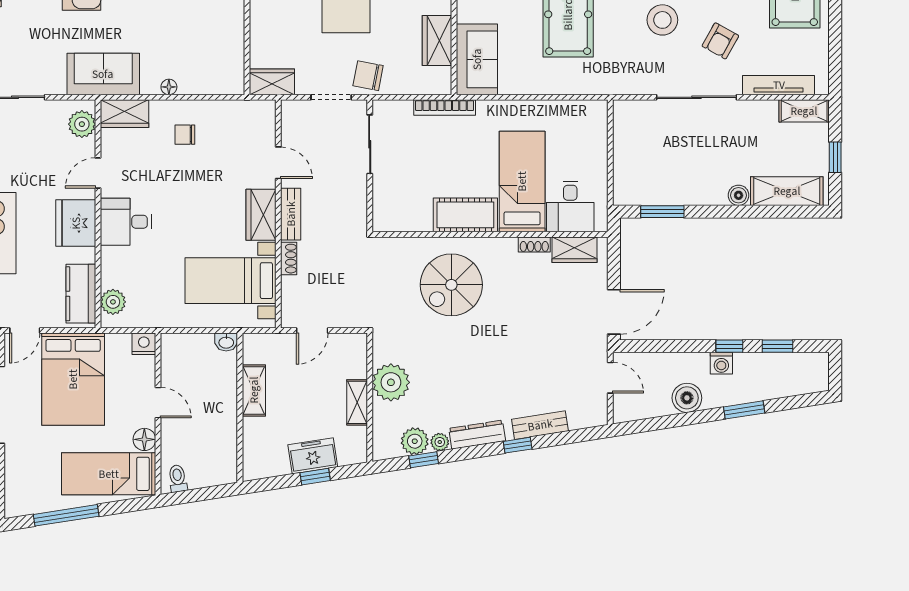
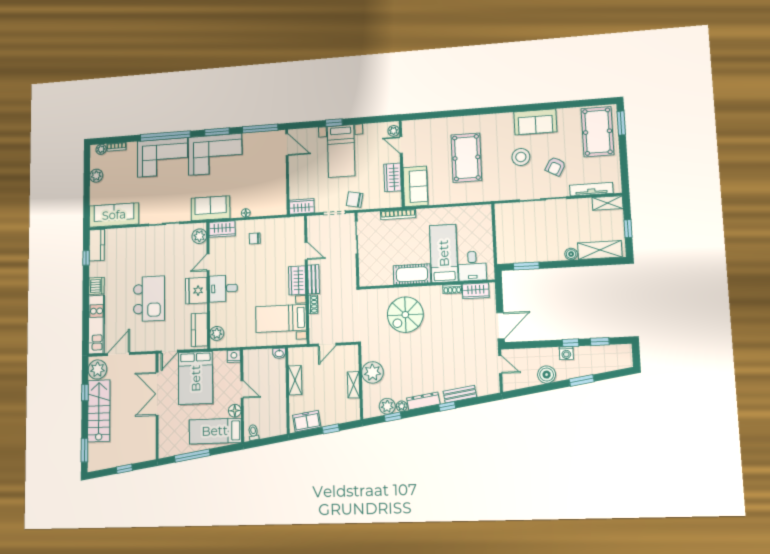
freezer: (313, 456) -> (307, 421), moved

